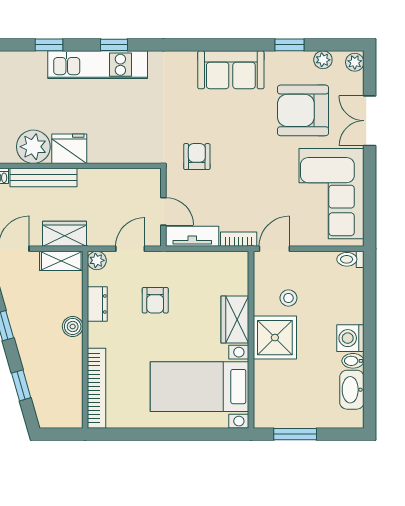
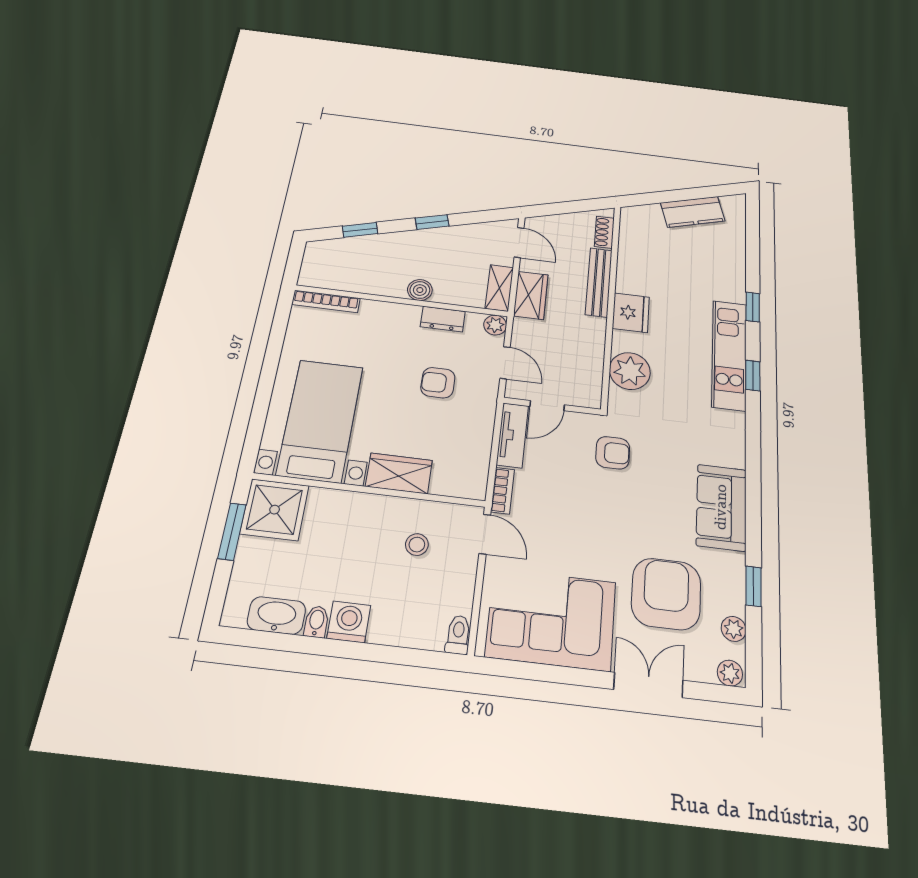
plant: (33, 147) -> (630, 371), moved
shower: (275, 338) -> (275, 510), moved
bookcase: (97, 388) -> (326, 301), width x0.68, depth x0.76

